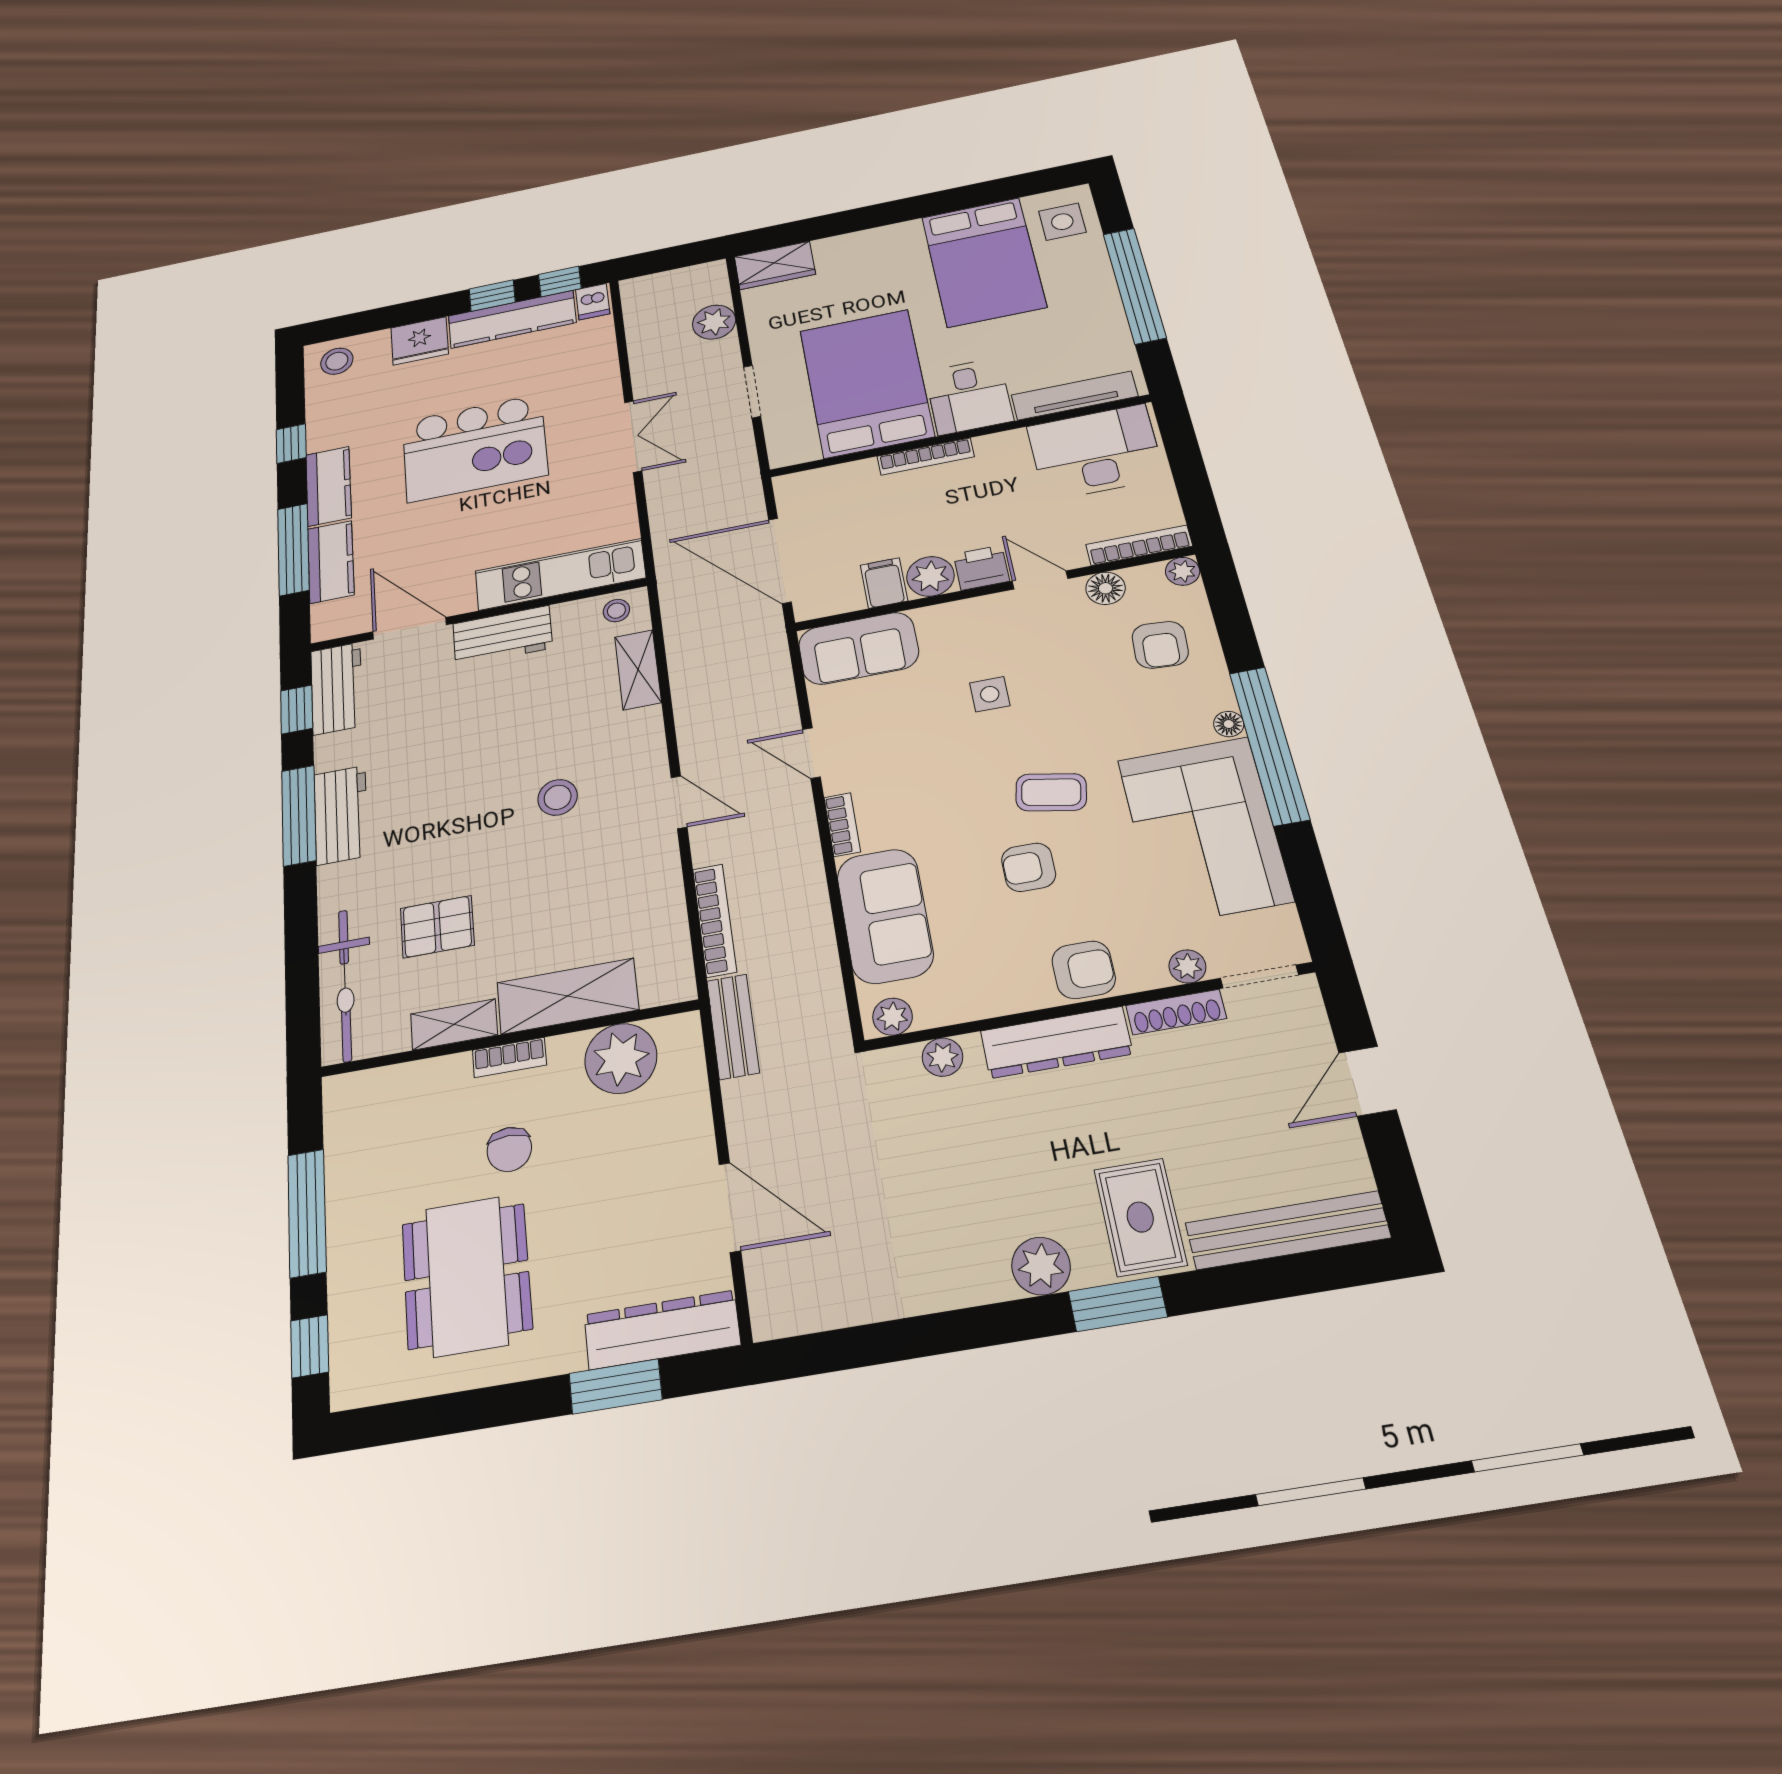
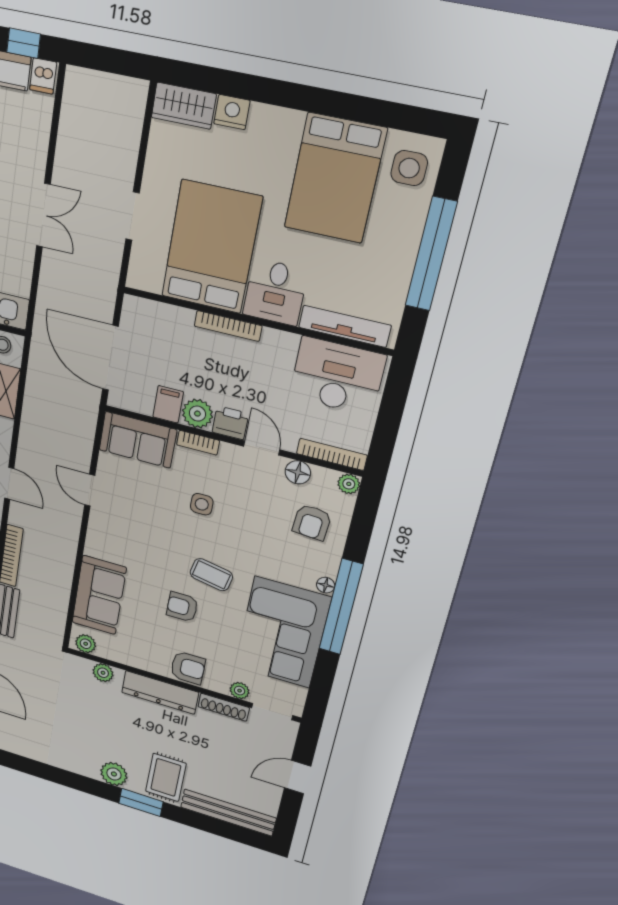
nightstand: (834, 250) -> (232, 112), added
plant: (714, 322) -> (124, 140), removed
bookcase: (842, 825) -> (198, 443), moved, turned 90

